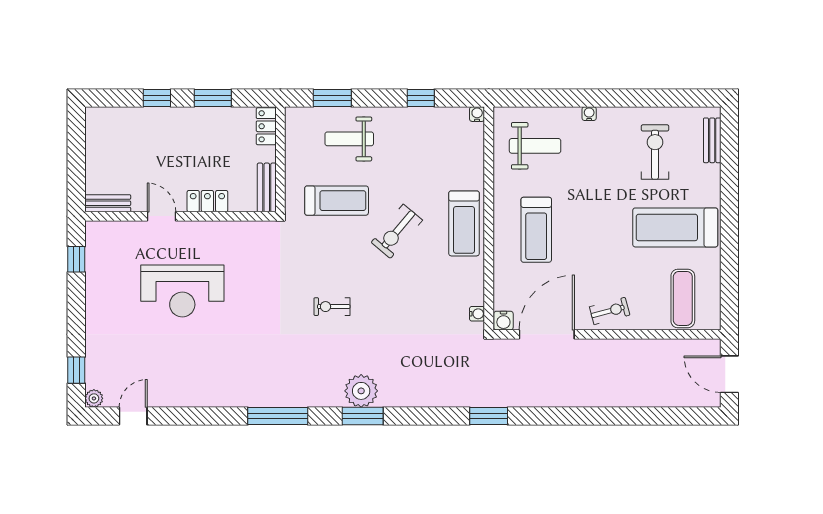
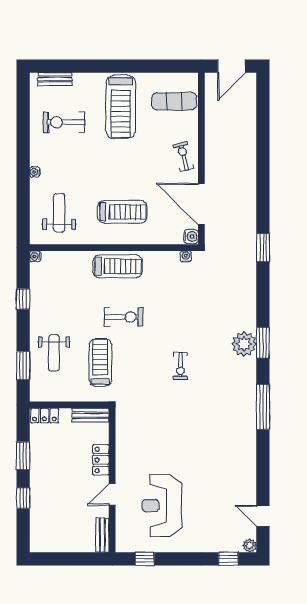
exercise bike: (397, 231) -> (124, 317), turned -40
reception desk: (182, 291) -> (162, 506), moved, turned 180

